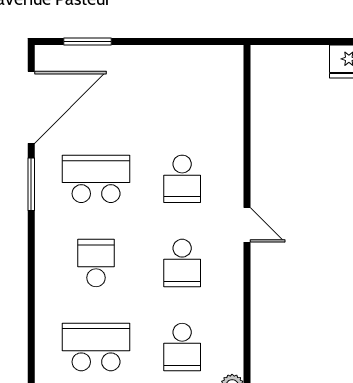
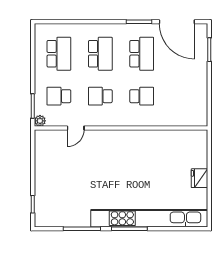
school desk: (182, 179) -> (142, 96), turned 180
door: (247, 225) -> (76, 128), moved
school desk: (96, 263) -> (100, 54), width x1.85

